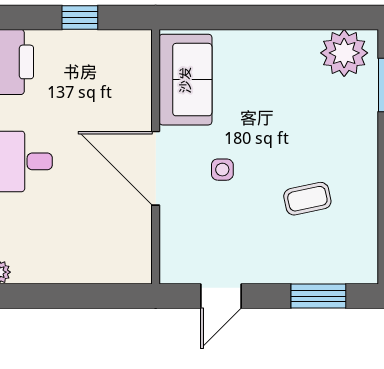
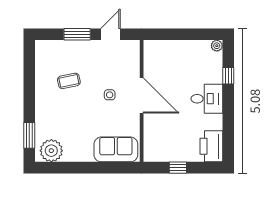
sofa: (185, 80) -> (116, 149), moved, turned 90
window: (318, 296) -> (77, 34), moved

